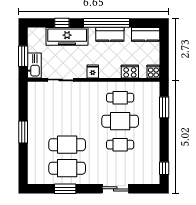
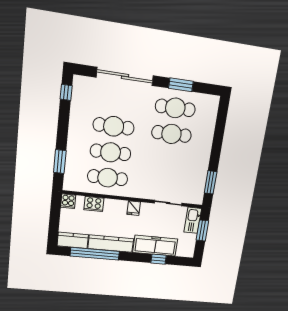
window: (107, 23) -> (95, 254), moved
kitchen counter: (110, 34) -> (111, 244), width x1.50
cafe table: (120, 98) -> (108, 178), width x1.37, depth x1.35
window: (23, 132) -> (211, 182), moved
cafe table: (120, 145) -> (114, 126), width x1.37, depth x1.35
sliding door: (115, 189) -> (125, 76), width x1.86

